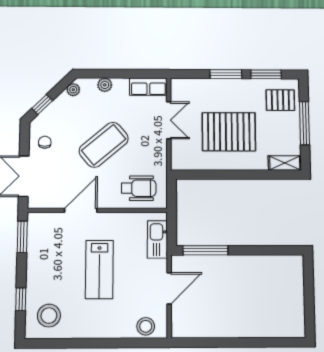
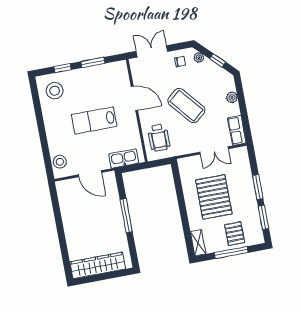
plant: (73, 90) -> (199, 58), moved
pallet: (280, 100) -> (235, 234), moved
window: (42, 105) -> (218, 60), moved
window: (22, 237) -> (93, 62), moved
window: (205, 250) -> (126, 216), moved
wardrobe: (293, 301) -> (98, 265), added

